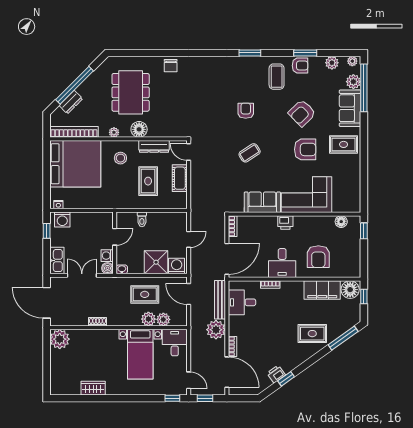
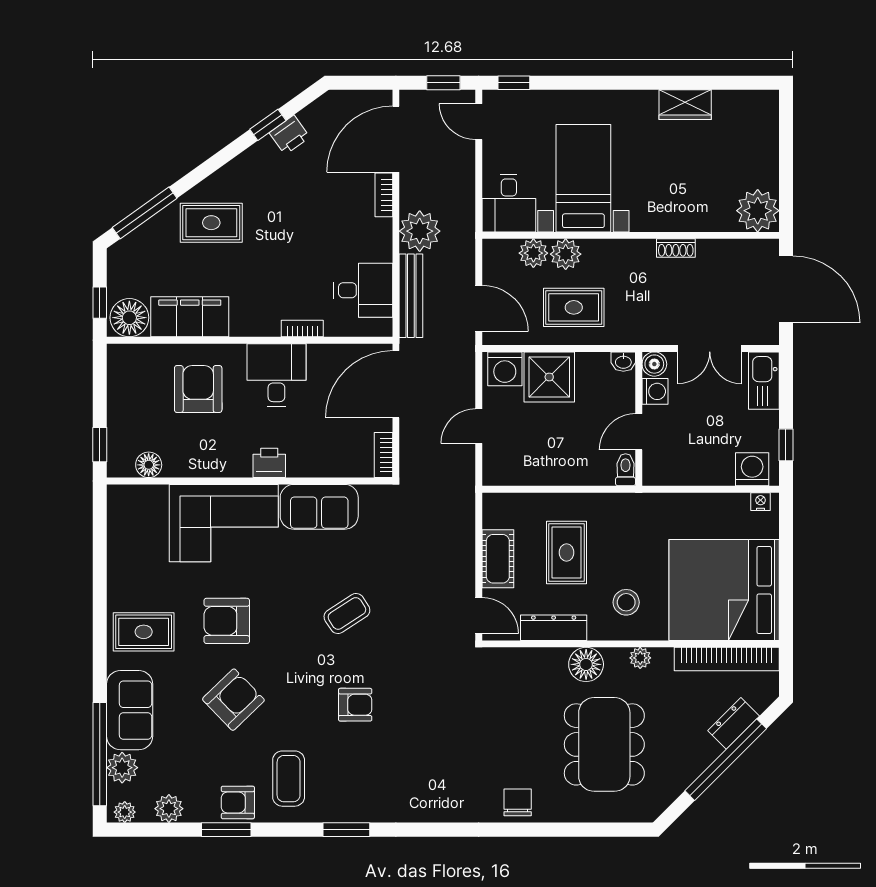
armchair: (246, 111) -> (355, 705), turned -90
toilet: (142, 219) -> (626, 470), moved
door: (227, 372) -> (396, 139), hinge flipped

